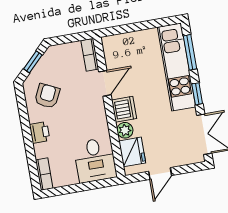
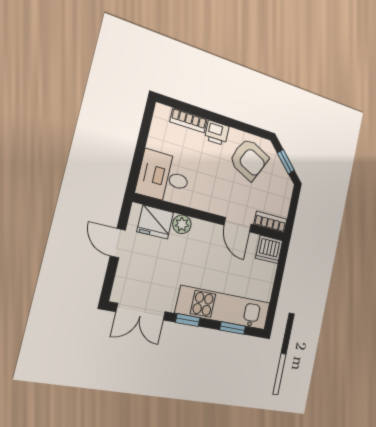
window: (190, 52) -> (233, 328), width x0.67
armchair: (47, 96) -> (249, 159), width x1.38, depth x1.38
dishwasher: (124, 109) -> (269, 249), moved
bookcase: (44, 174) -> (189, 120), moved

